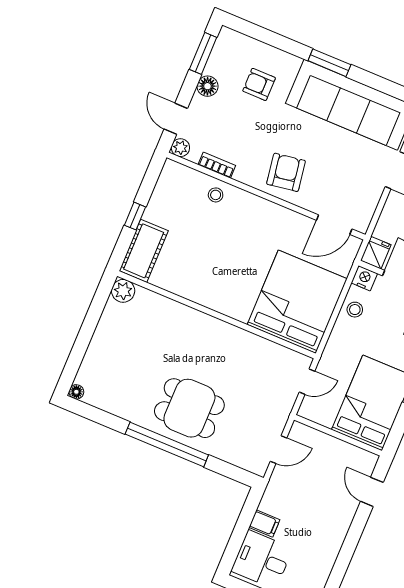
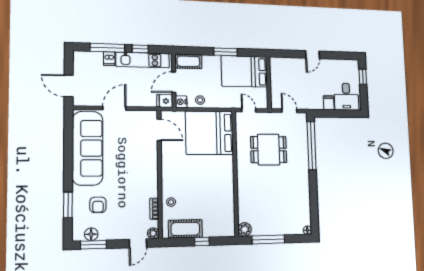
window: (329, 63) -> (68, 205), moved
floor lamp: (207, 86) -> (91, 234), moved
armchair: (286, 172) -> (142, 168), removed
cot: (144, 251) -> (185, 229), moved
window: (91, 322) -> (268, 239), added
dining table: (189, 408) -> (269, 150), moved, turned 90
window: (167, 445) -> (312, 146), moved
door: (372, 492) -> (313, 55), moved

